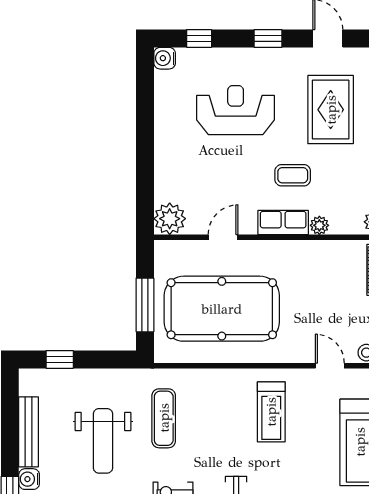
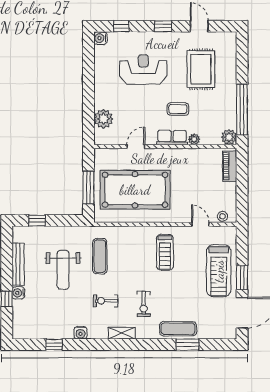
plant: (170, 219) -> (103, 119), moved

